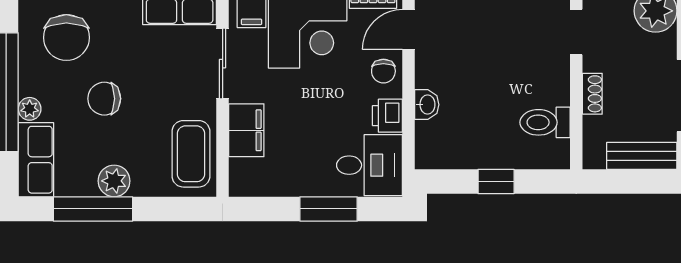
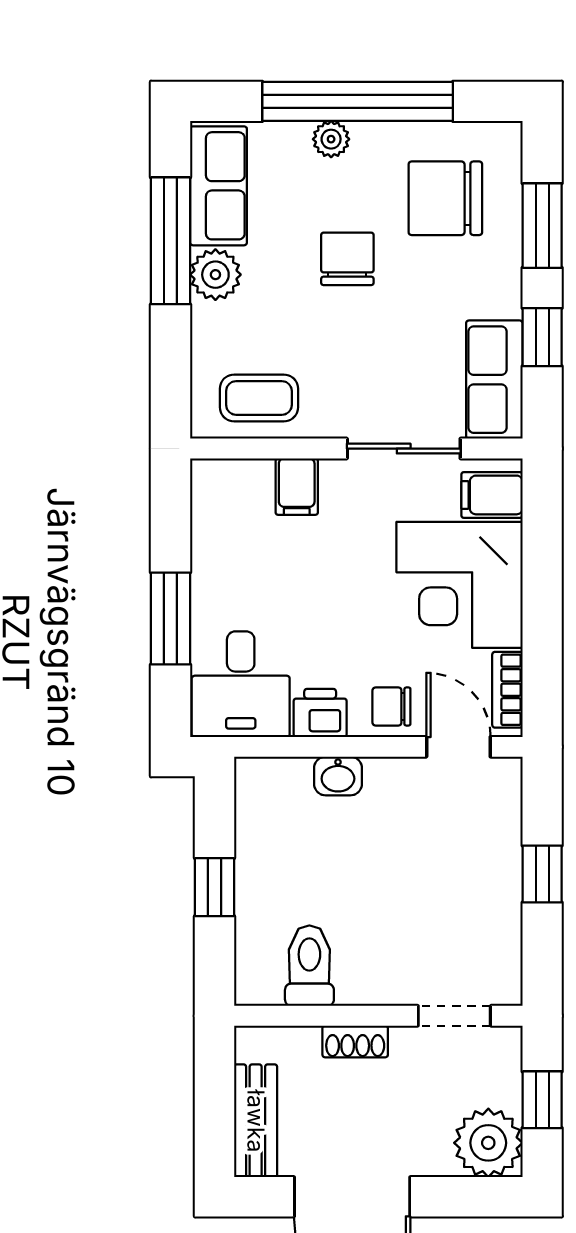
filing cabinet: (246, 130) -> (297, 487), width x0.50
coffee table: (191, 154) -> (259, 398), width x0.73, depth x0.77
row of seats: (36, 160) -> (218, 186), moved, turned -90

